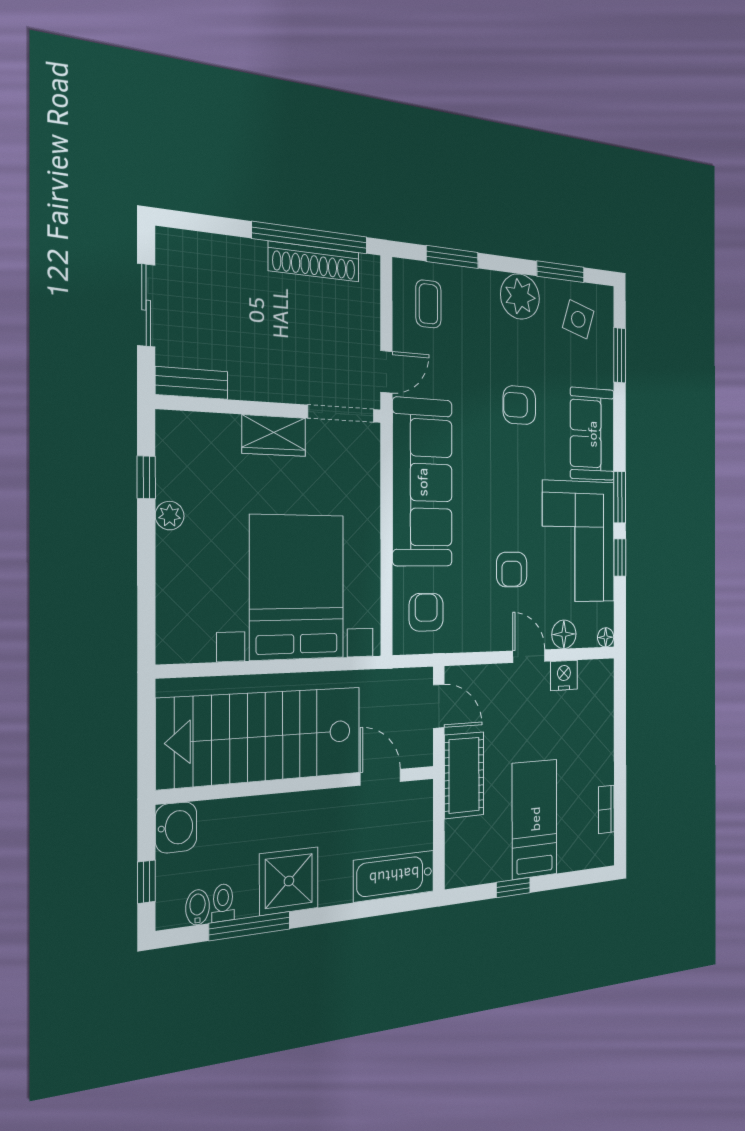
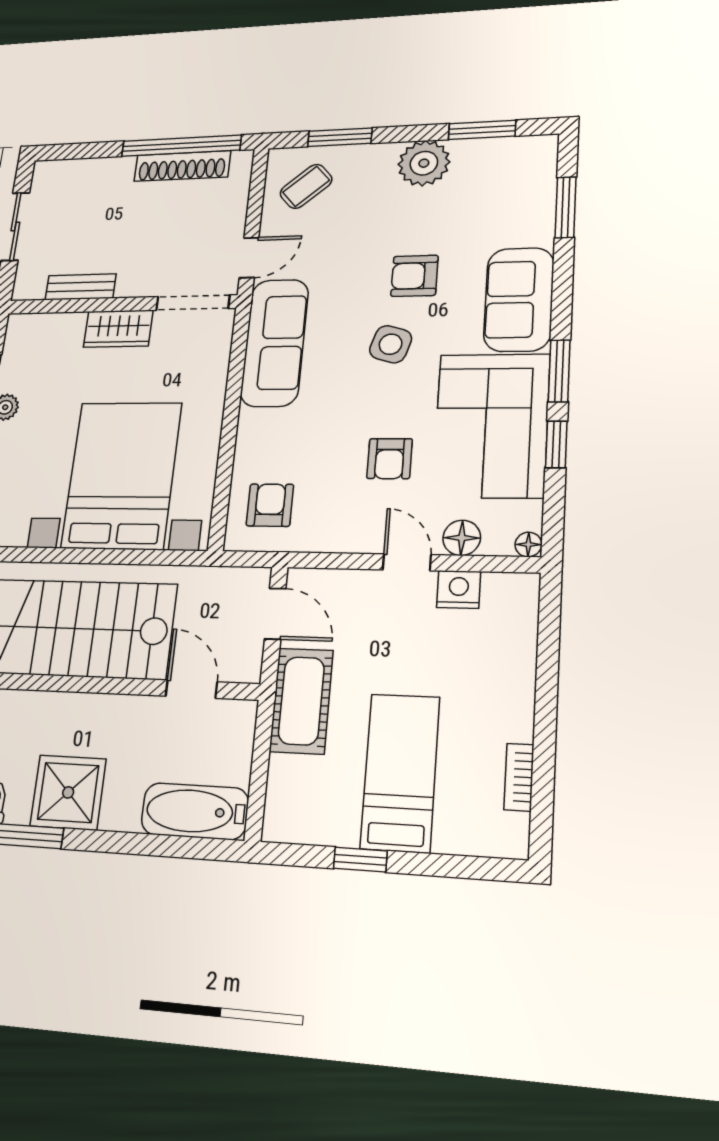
coffee table: (428, 304) -> (306, 186), turned 49
side table: (578, 319) -> (391, 344), moved
bench: (192, 383) -> (81, 287), moved
sofa: (422, 482) -> (275, 343), width x0.74, depth x0.79

